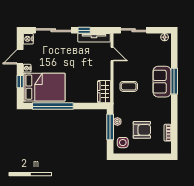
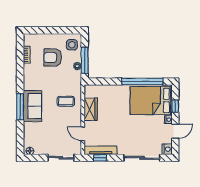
window: (84, 30) -> (100, 158), moved
wardrobe: (104, 92) -> (91, 109), moved

